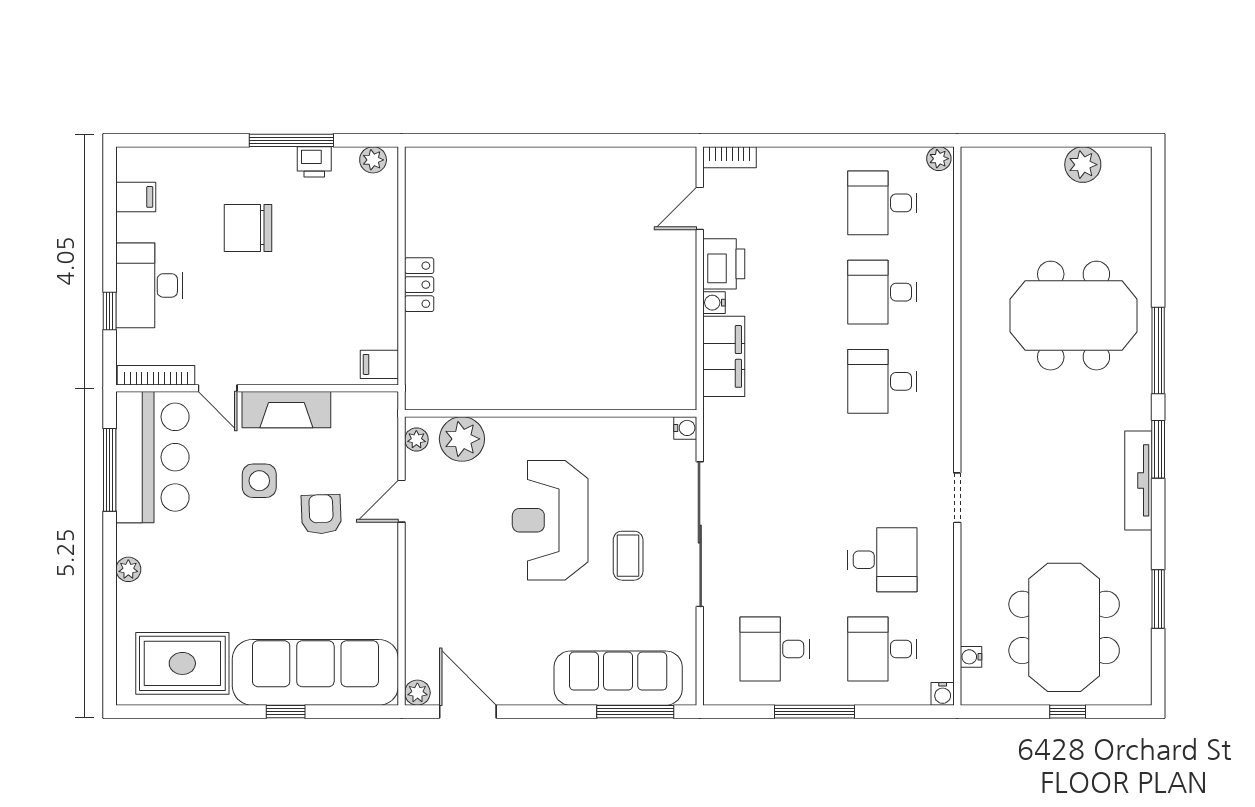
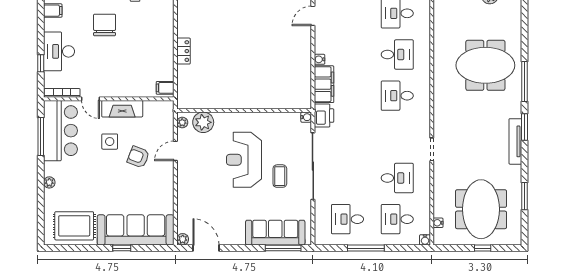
chair: (248, 228) -> (105, 25), turned 90
printer: (724, 264) -> (324, 116), moved
desk: (882, 292) -> (397, 54), turned 180
armchair: (321, 514) -> (138, 157), turned -67

